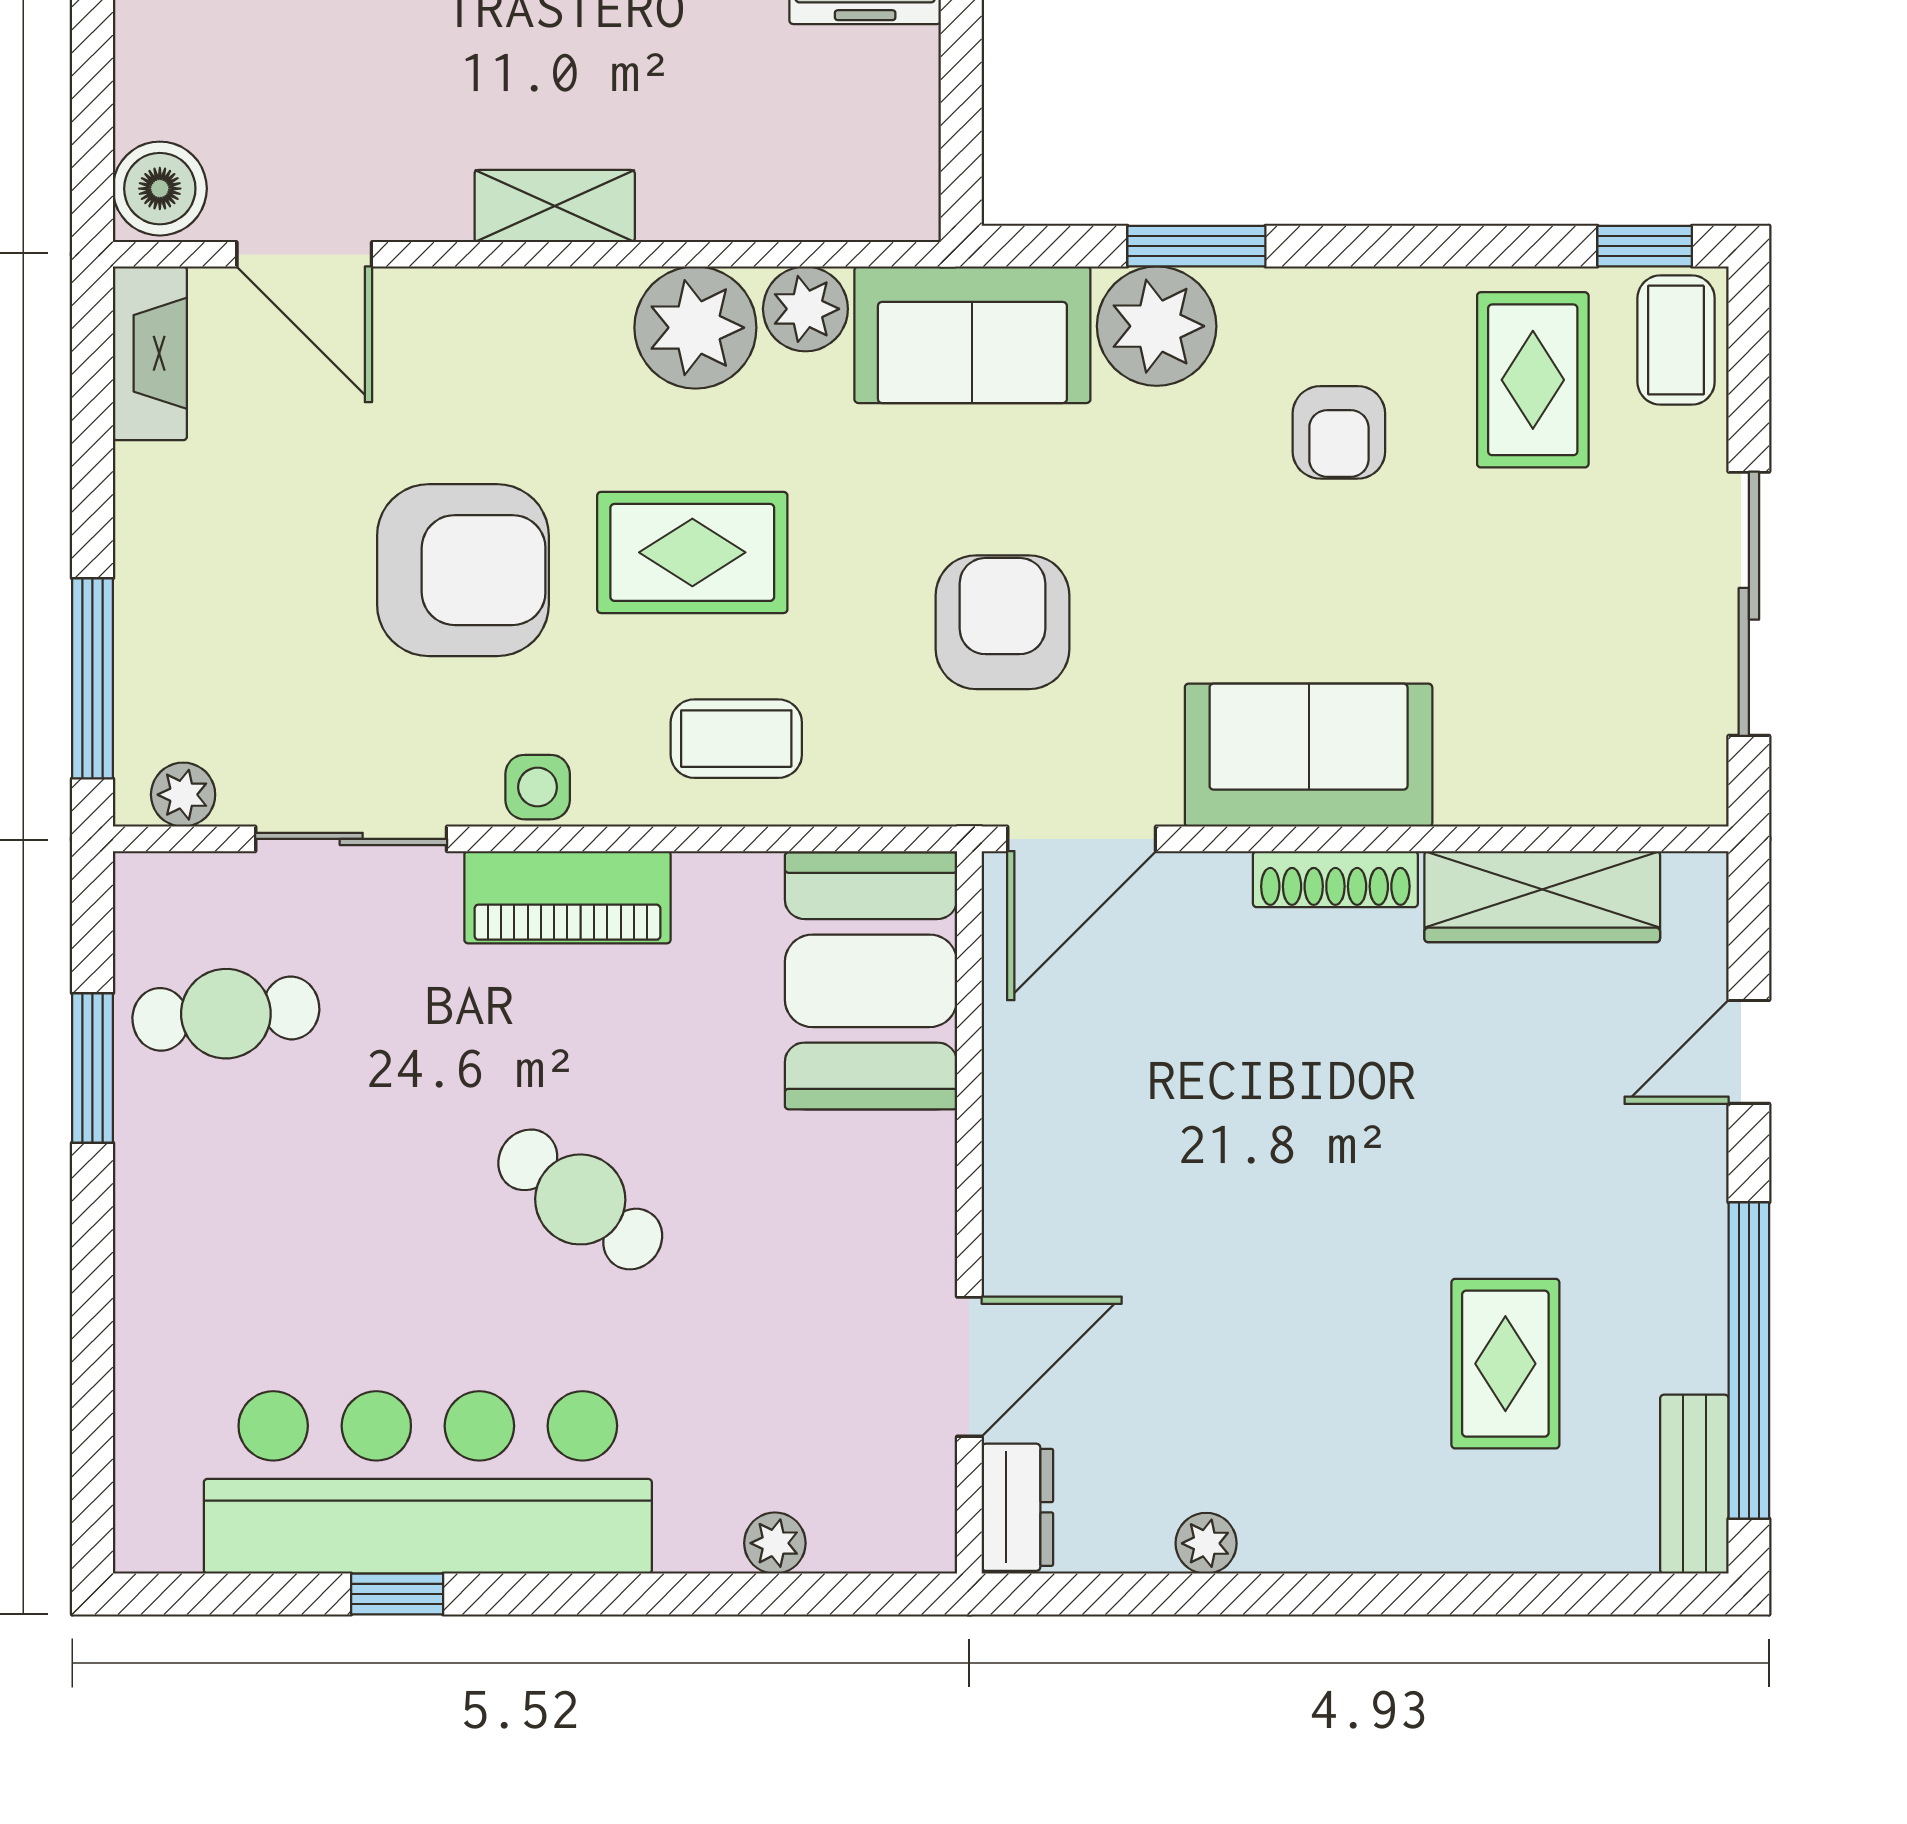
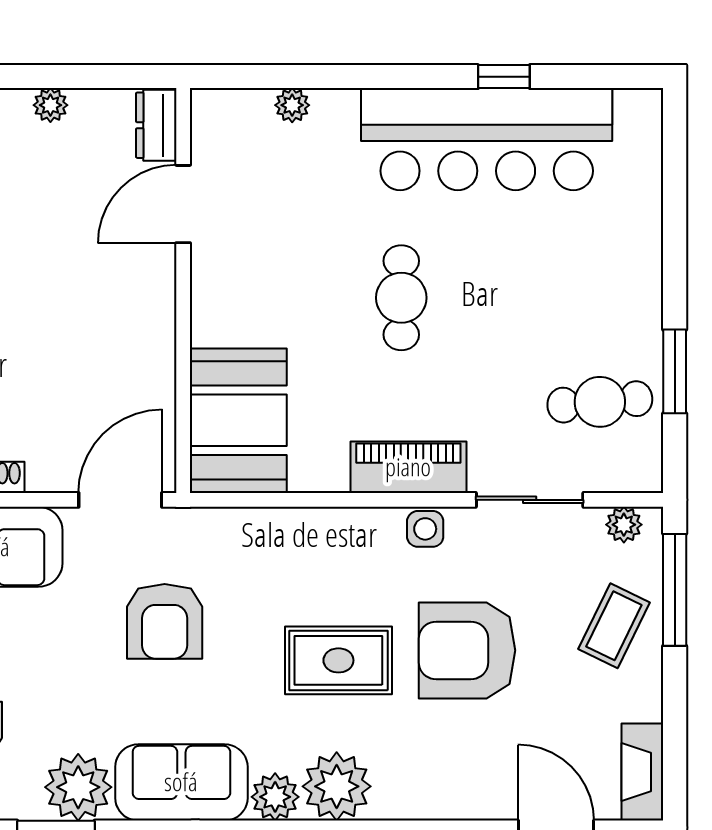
coffee table: (736, 739) -> (614, 626), moved, turned -64
cafe table: (580, 1199) -> (401, 298), turned 53

